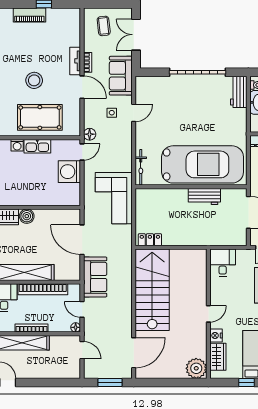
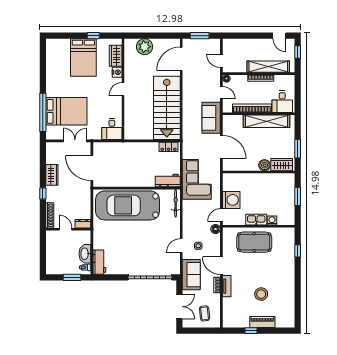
garage door: (197, 72) -> (150, 277), moved
stool: (34, 80) -> (261, 294), moved
workbench: (204, 197) -> (168, 181), moved
plant: (196, 368) -> (145, 47), moved

